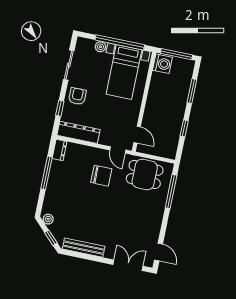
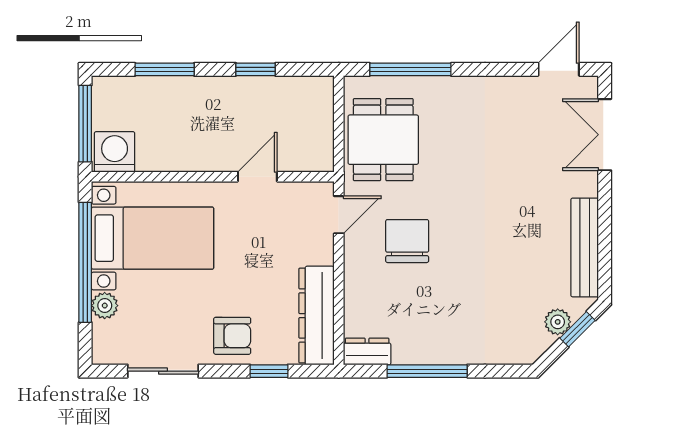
armchair: (77, 96) -> (232, 336), turned 180
door: (137, 135) -> (257, 177), moved
plant: (48, 219) -> (558, 322), moved

